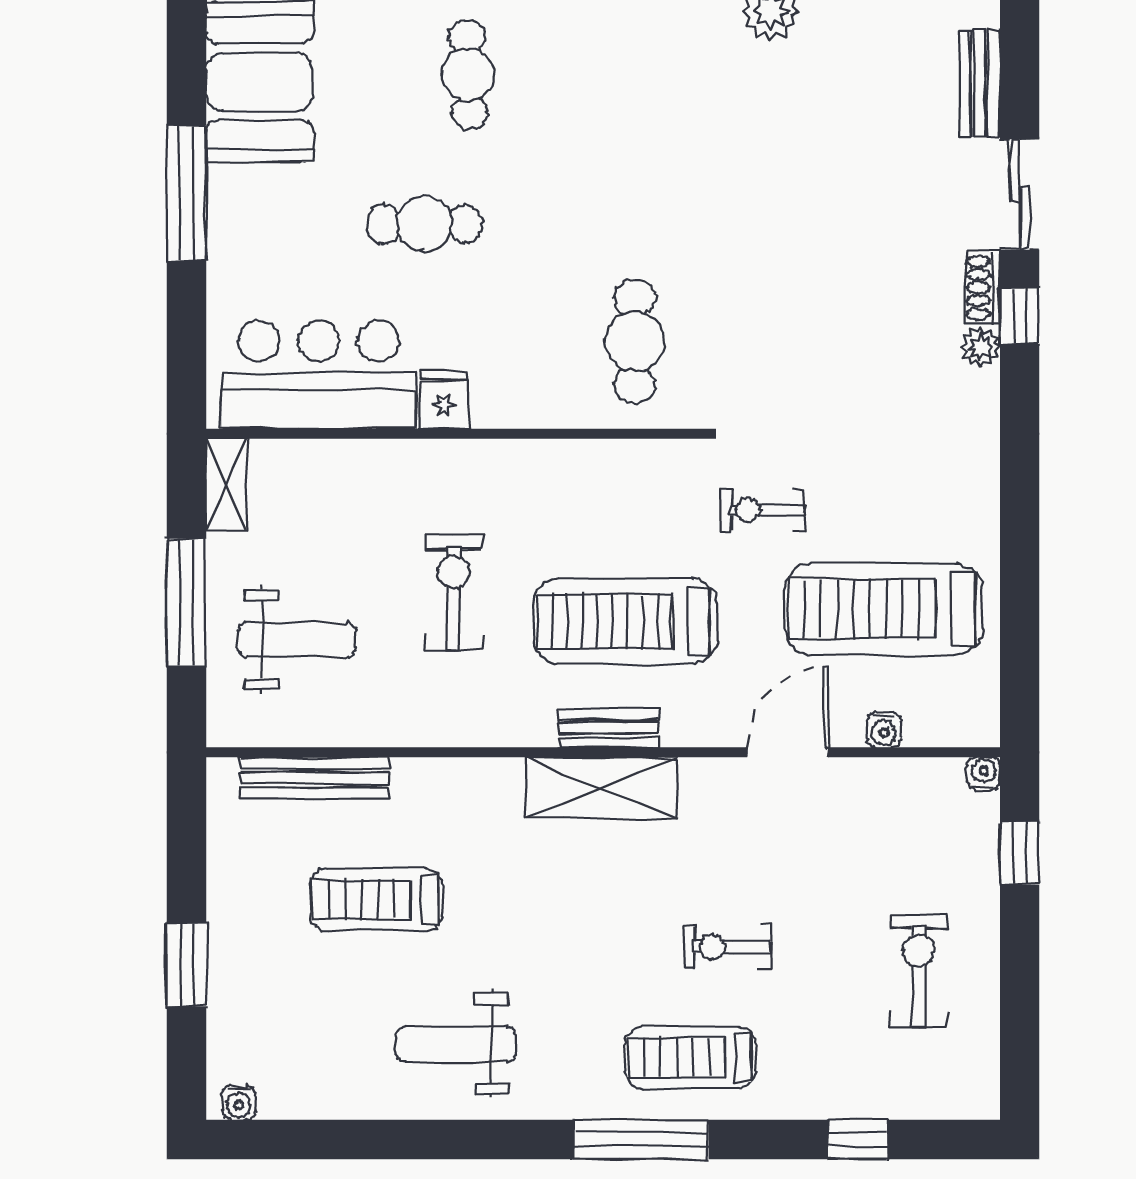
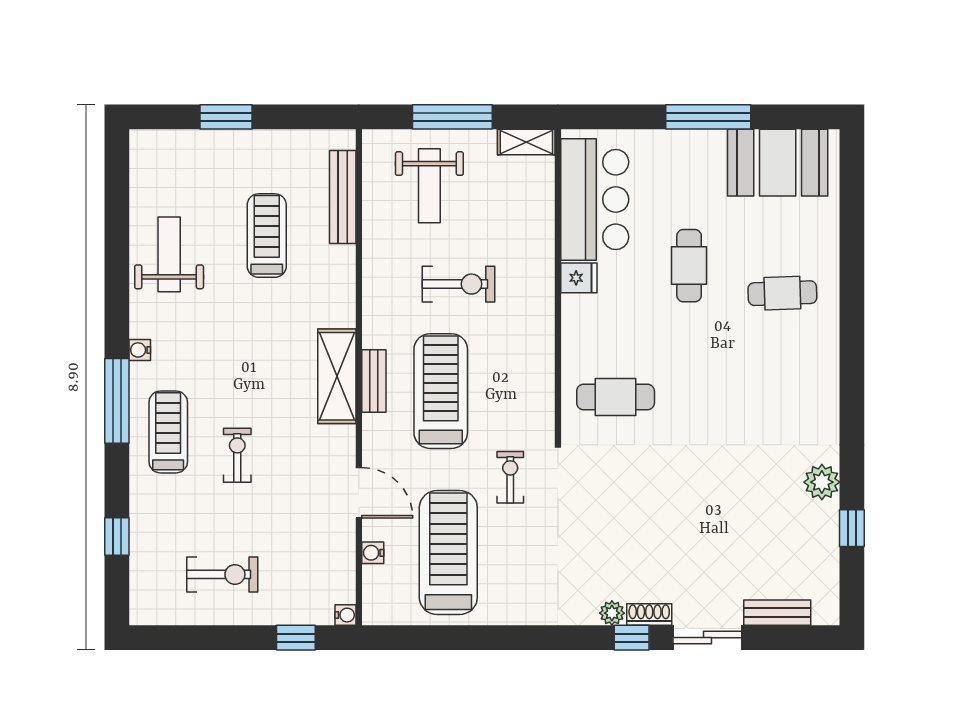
weight bench: (456, 1044) -> (169, 254), moved
water cooler: (239, 1103) -> (140, 350), moved

